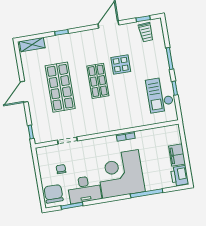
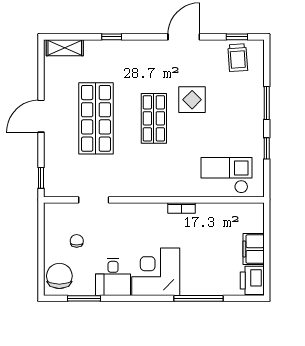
checkout: (160, 95) -> (226, 175), moved, turned 90
corner desk: (121, 174) -> (156, 272), width x0.74, depth x0.74
desk: (84, 189) -> (113, 277), width x0.73

